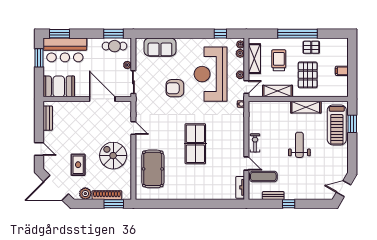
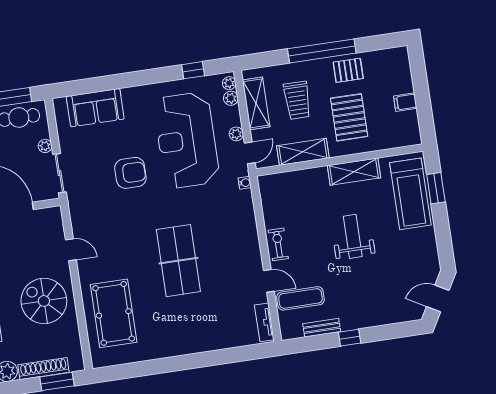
trolley: (279, 60) -> (297, 100), turned 180
armchair: (175, 88) -> (130, 173), turned 180

